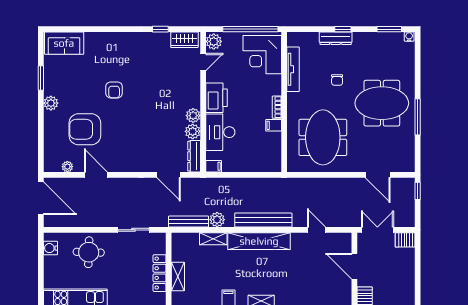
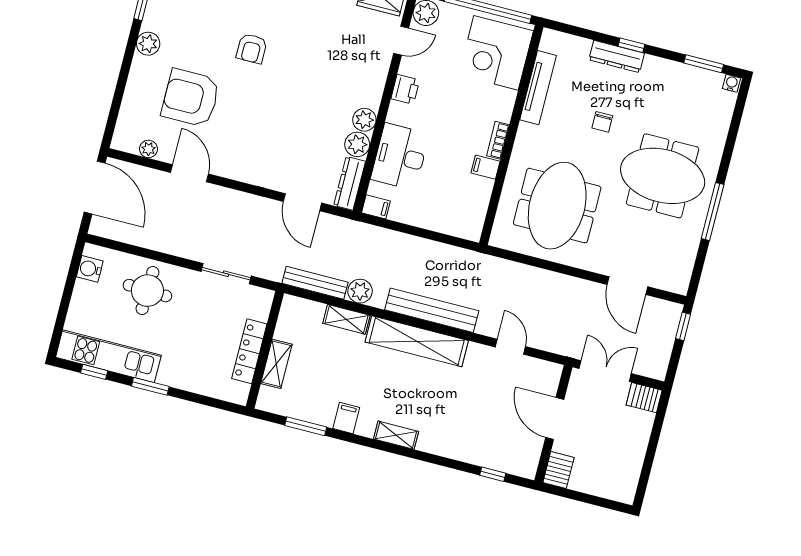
printer: (217, 98) -> (405, 89), width x0.53, depth x0.68

